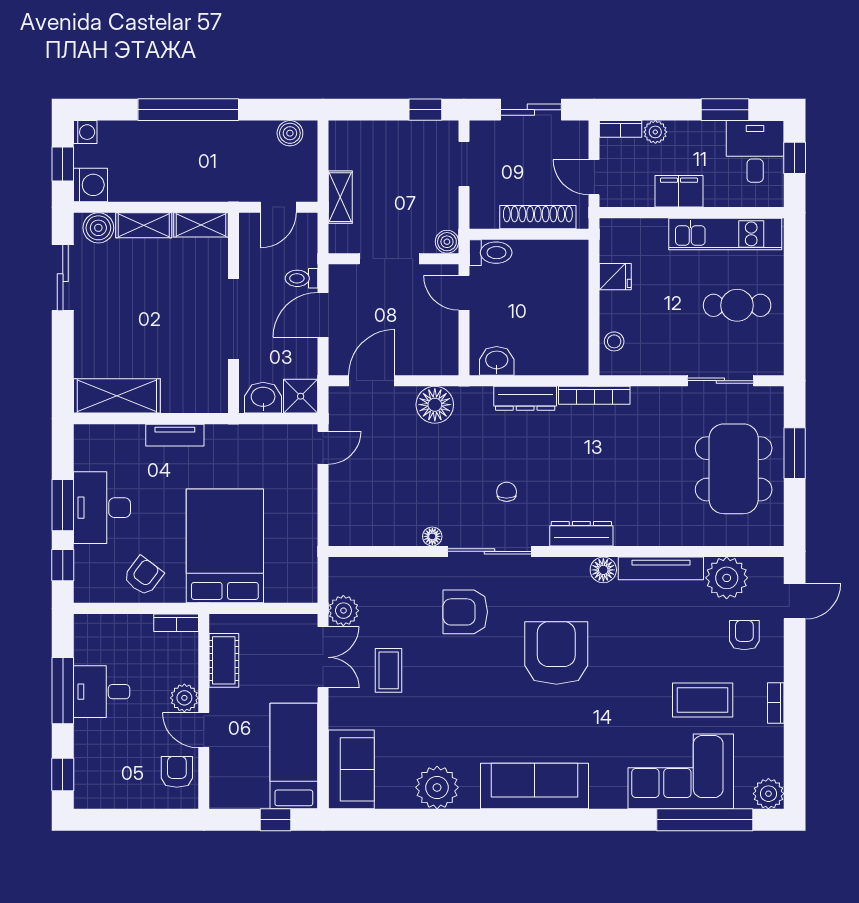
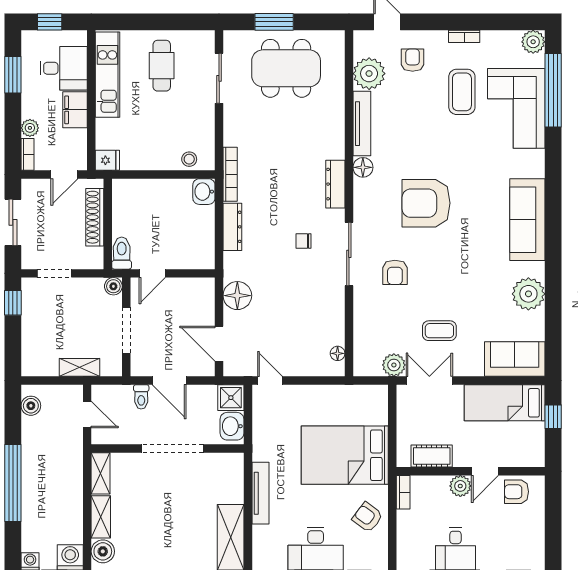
desk: (755, 151) -> (64, 68), moved, turned 180
fridge: (615, 277) -> (107, 160), moved, turned 90
washbasin: (497, 361) -> (204, 192), moved
tv unit: (175, 435) -> (260, 493), width x1.41
floor lamp: (432, 536) -> (338, 353), moved
armchair: (465, 612) -> (395, 272), width x0.72, depth x0.72
armchair: (744, 635) -> (413, 60), turned 90

